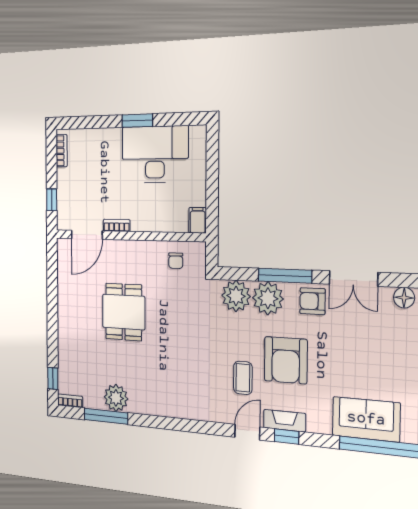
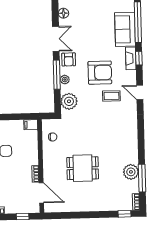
plant: (268, 298) -> (65, 80), width x0.53, depth x0.53
fireplace: (285, 421) -> (131, 58), moved
window: (287, 437) -> (139, 58), moved

